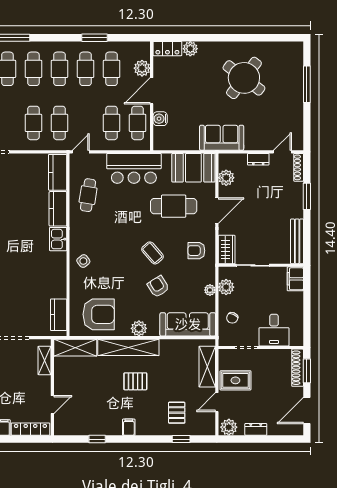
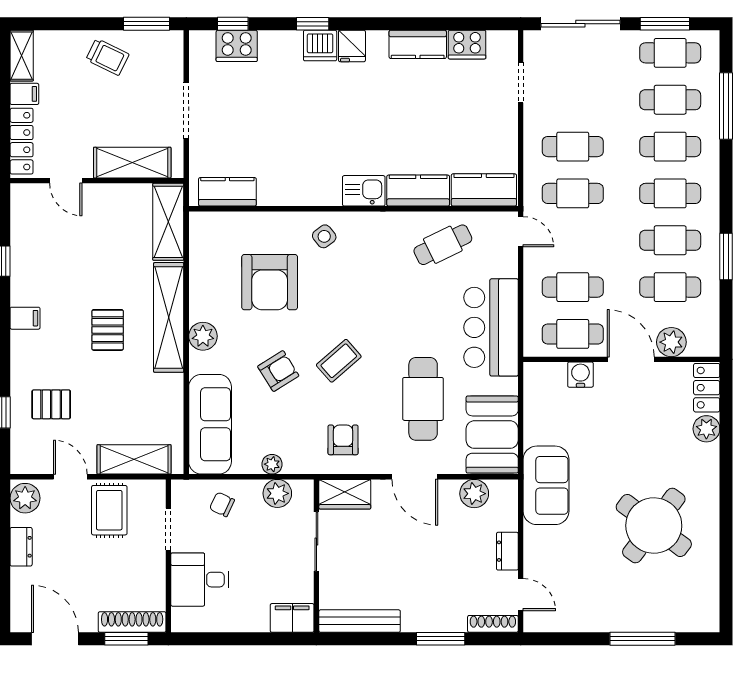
cafe table: (88, 195) -> (443, 245), turned -35
armchair: (99, 314) -> (270, 282), moved
shelving: (45, 360) -> (132, 163), width x1.50, depth x1.33

